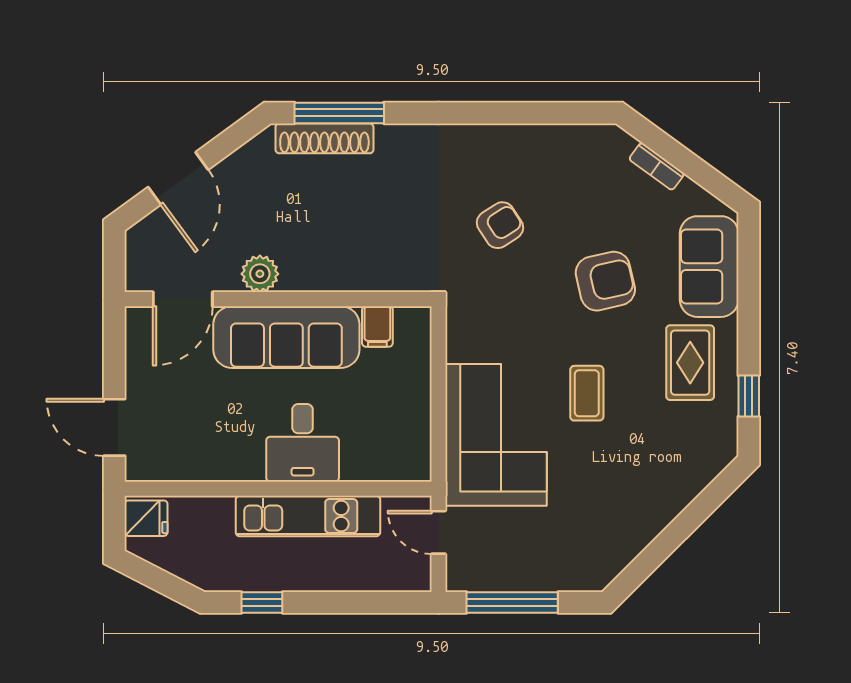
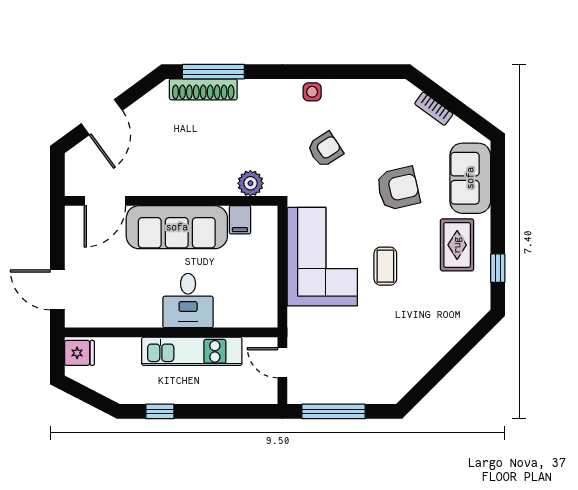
side table: (481, 142) -> (312, 92), added
plant: (260, 274) -> (250, 183), moved
corner sofa: (496, 435) -> (322, 257), moved

